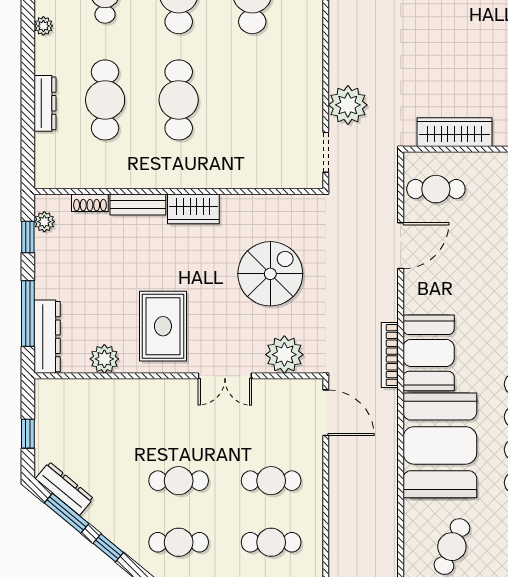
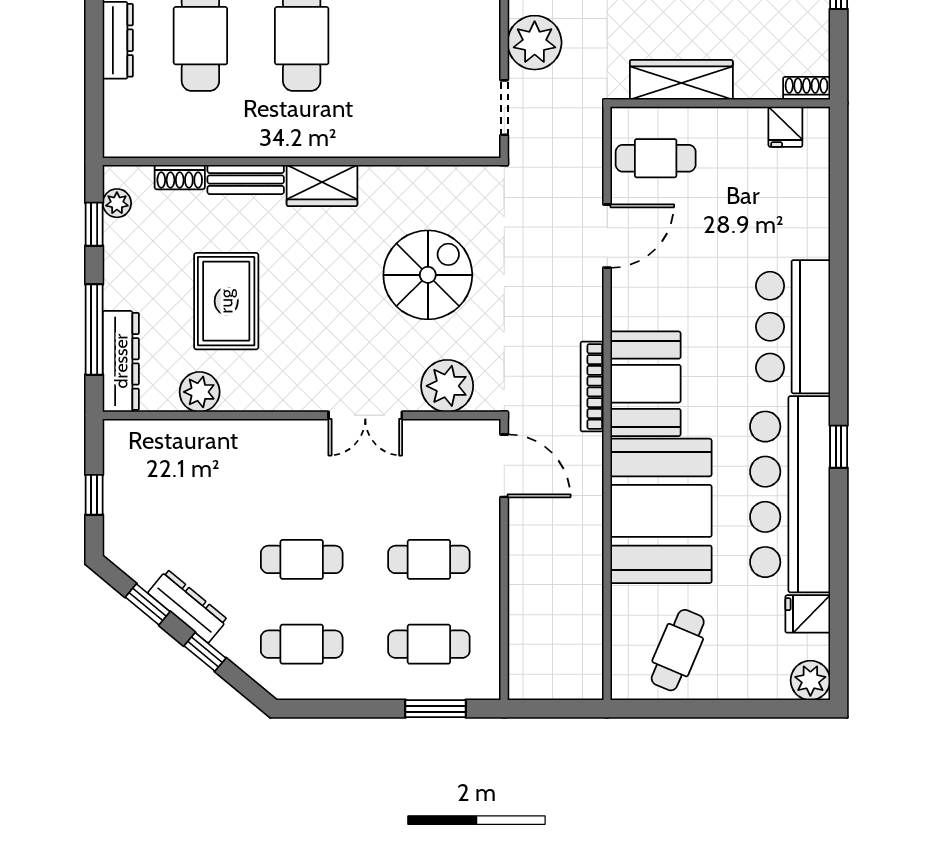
rug: (163, 326) -> (226, 301), moved
dresser: (64, 489) -> (188, 606), moved
window: (67, 513) -> (148, 604), width x0.67

